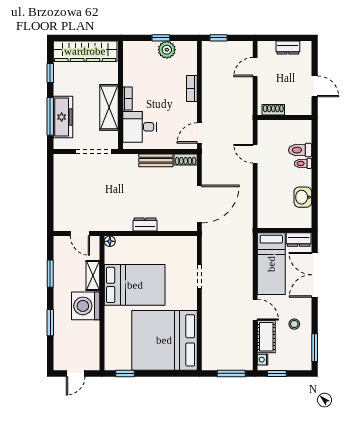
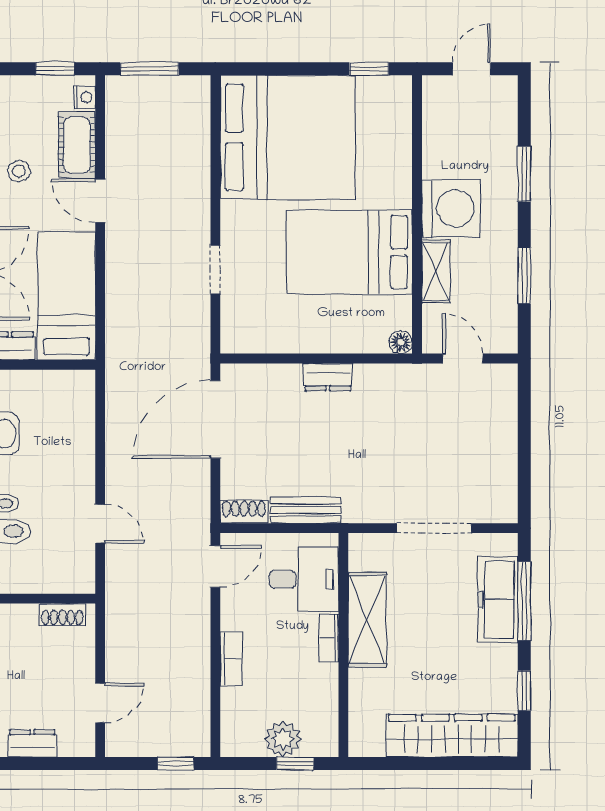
wall: (121, 95) -> (343, 645), moved
bookcase: (127, 99) -> (329, 638), moved
shelving: (109, 107) -> (367, 620), moved
desk: (140, 127) -> (304, 579), moved

